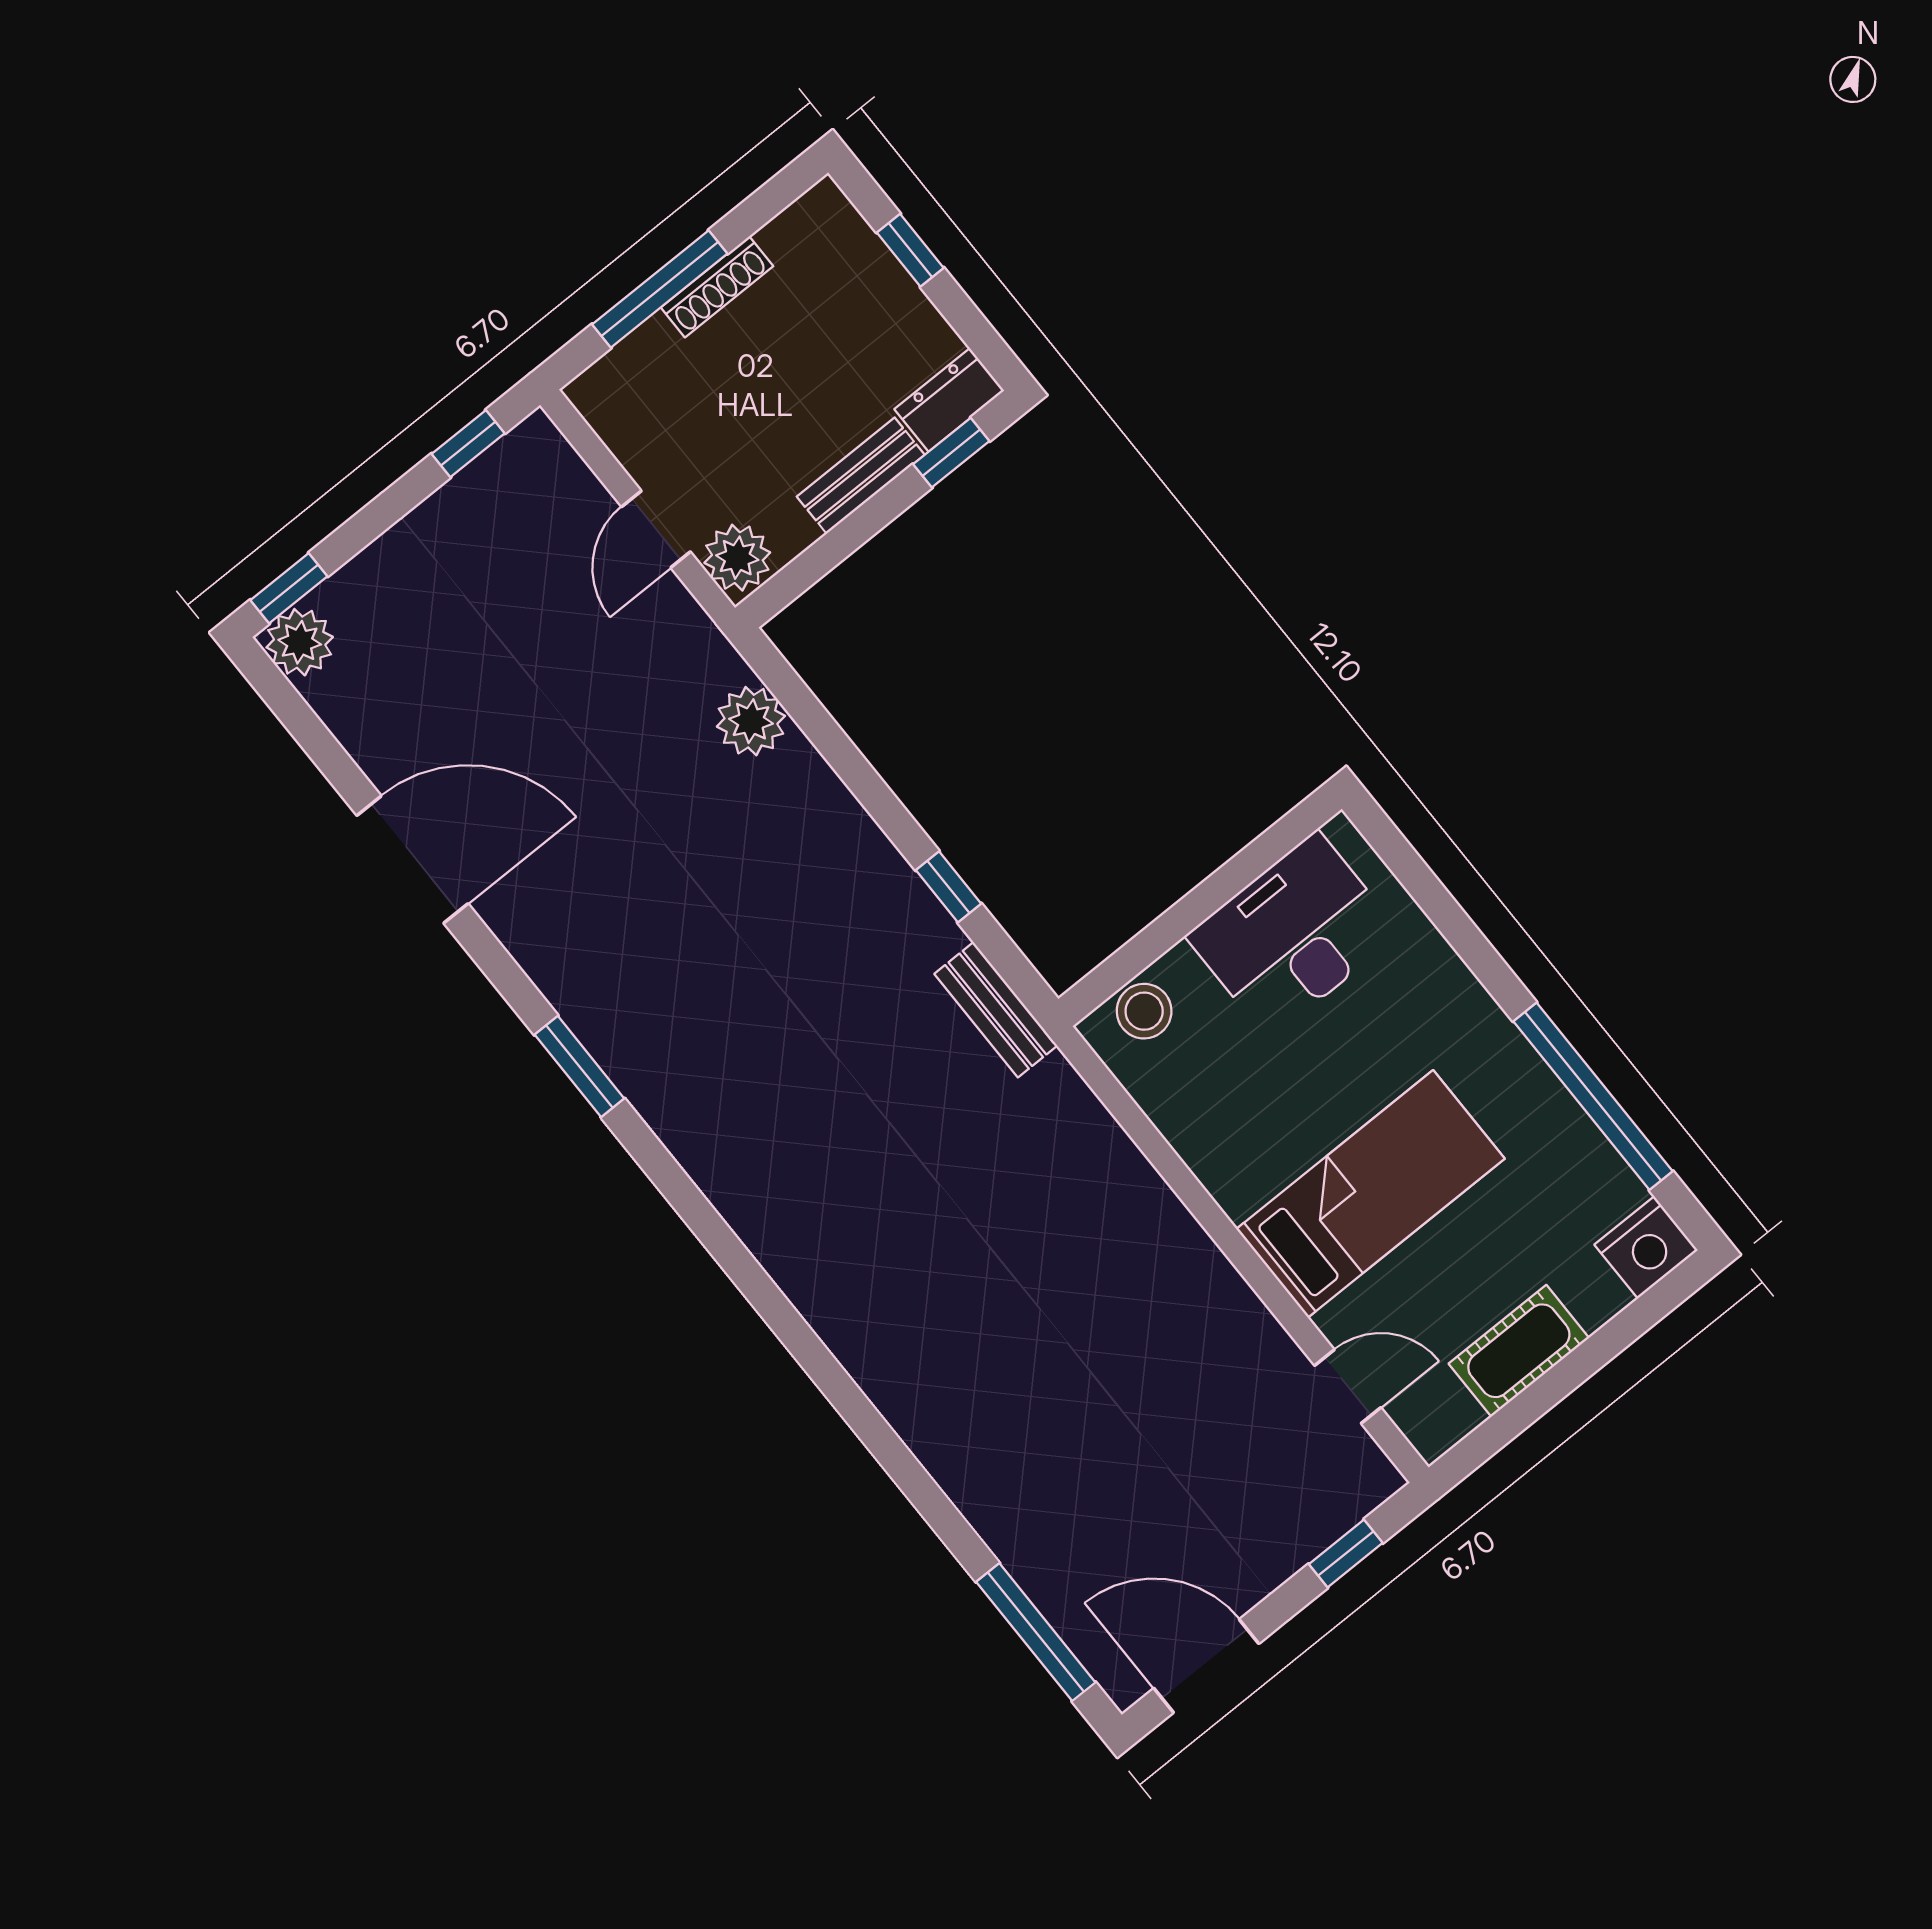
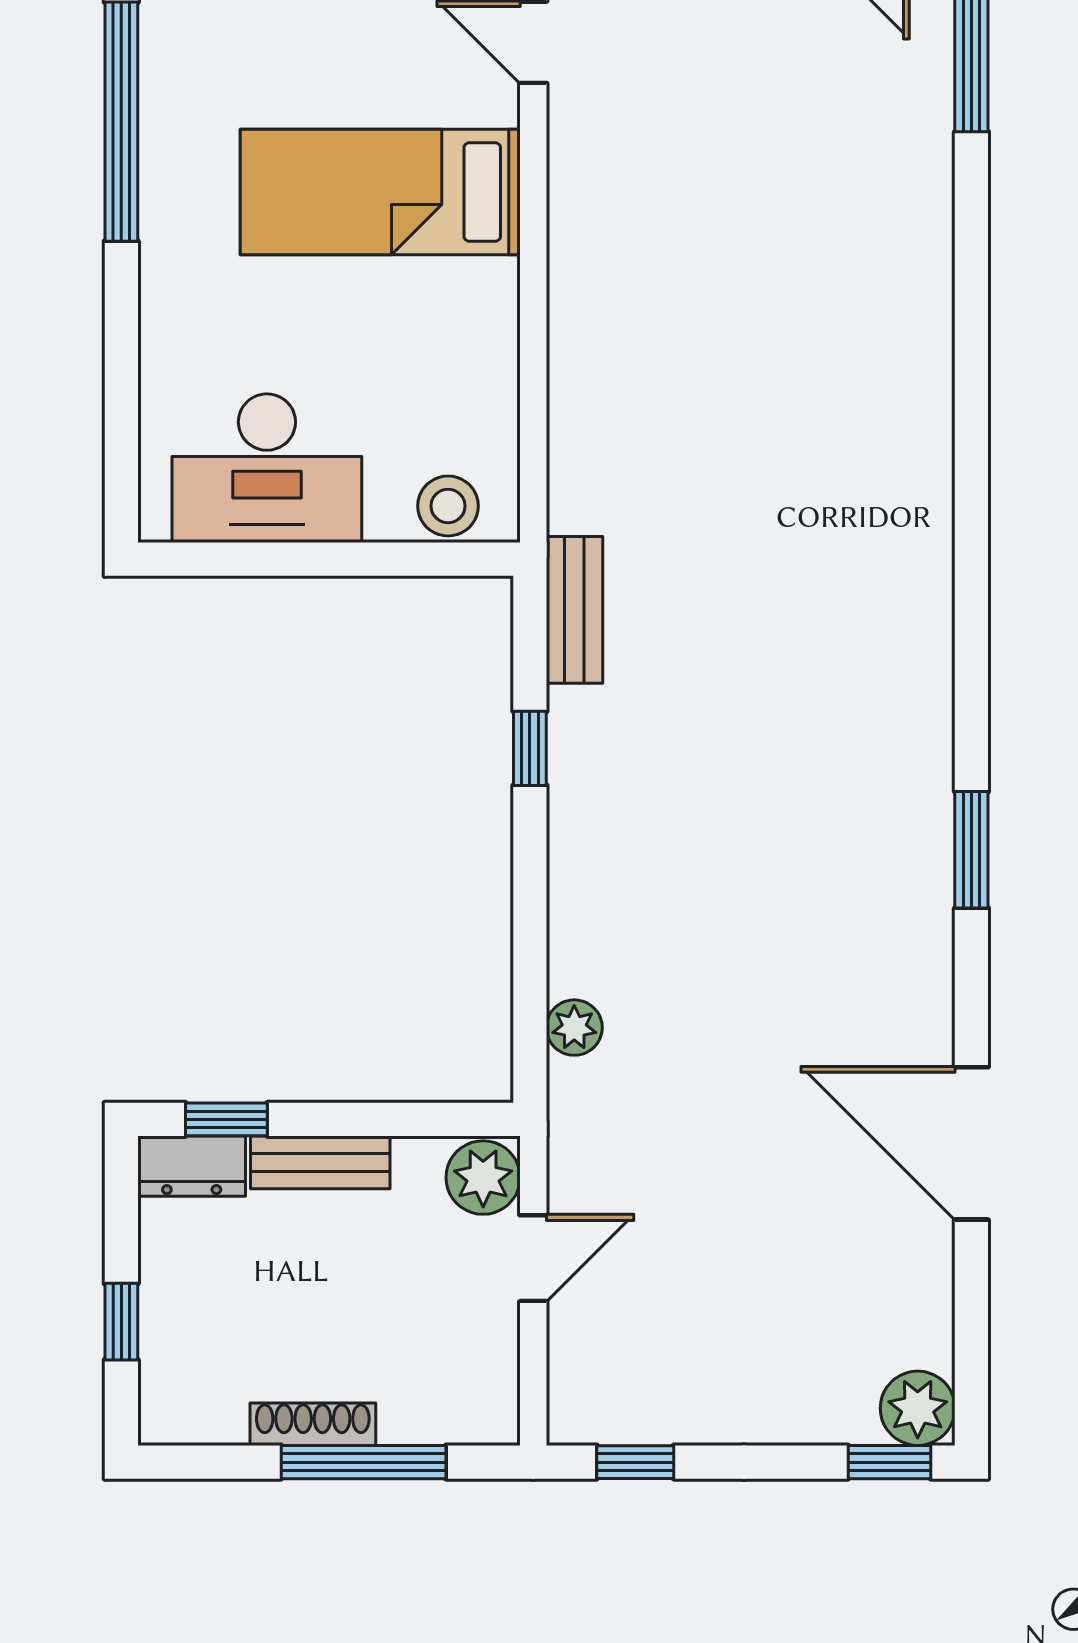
plant: (751, 721) -> (574, 1028), width x0.73, depth x0.73

